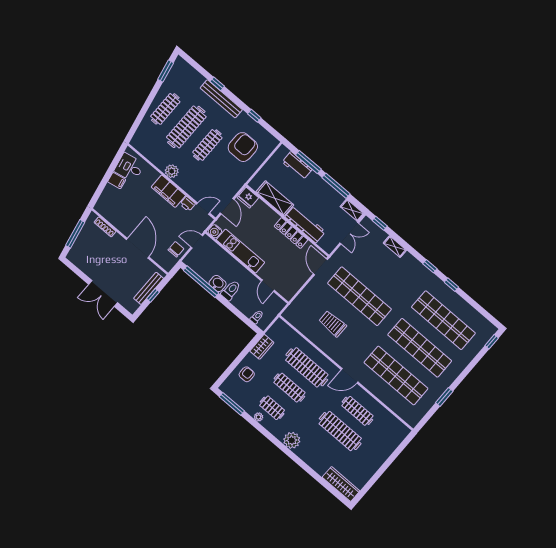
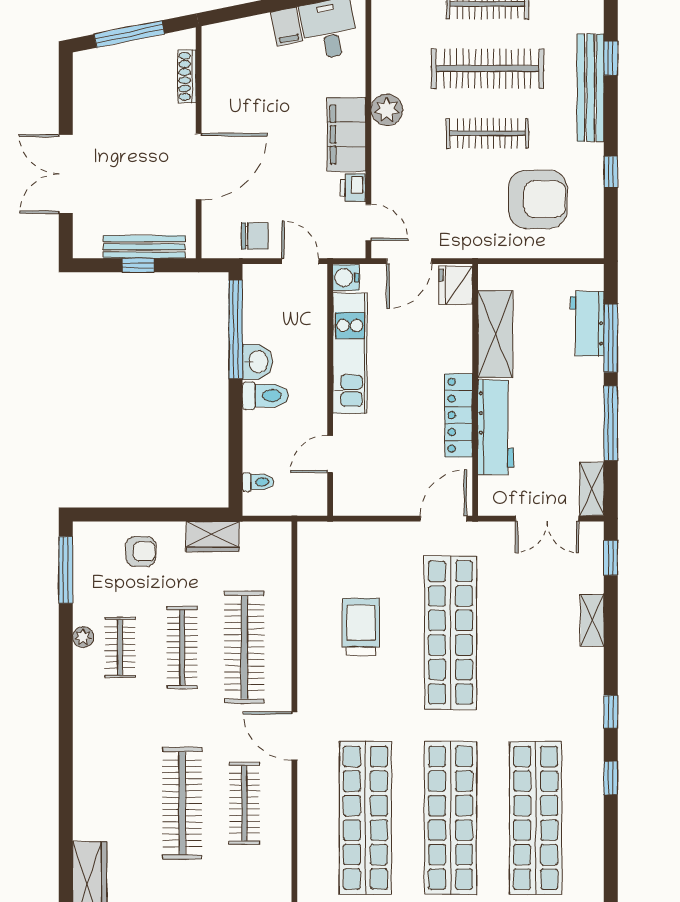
plant: (292, 440) -> (92, 732), removed

